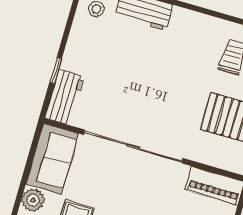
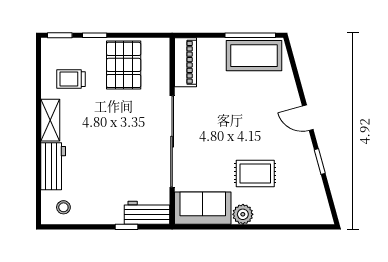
shelving: (194, 22) -> (50, 120), added

